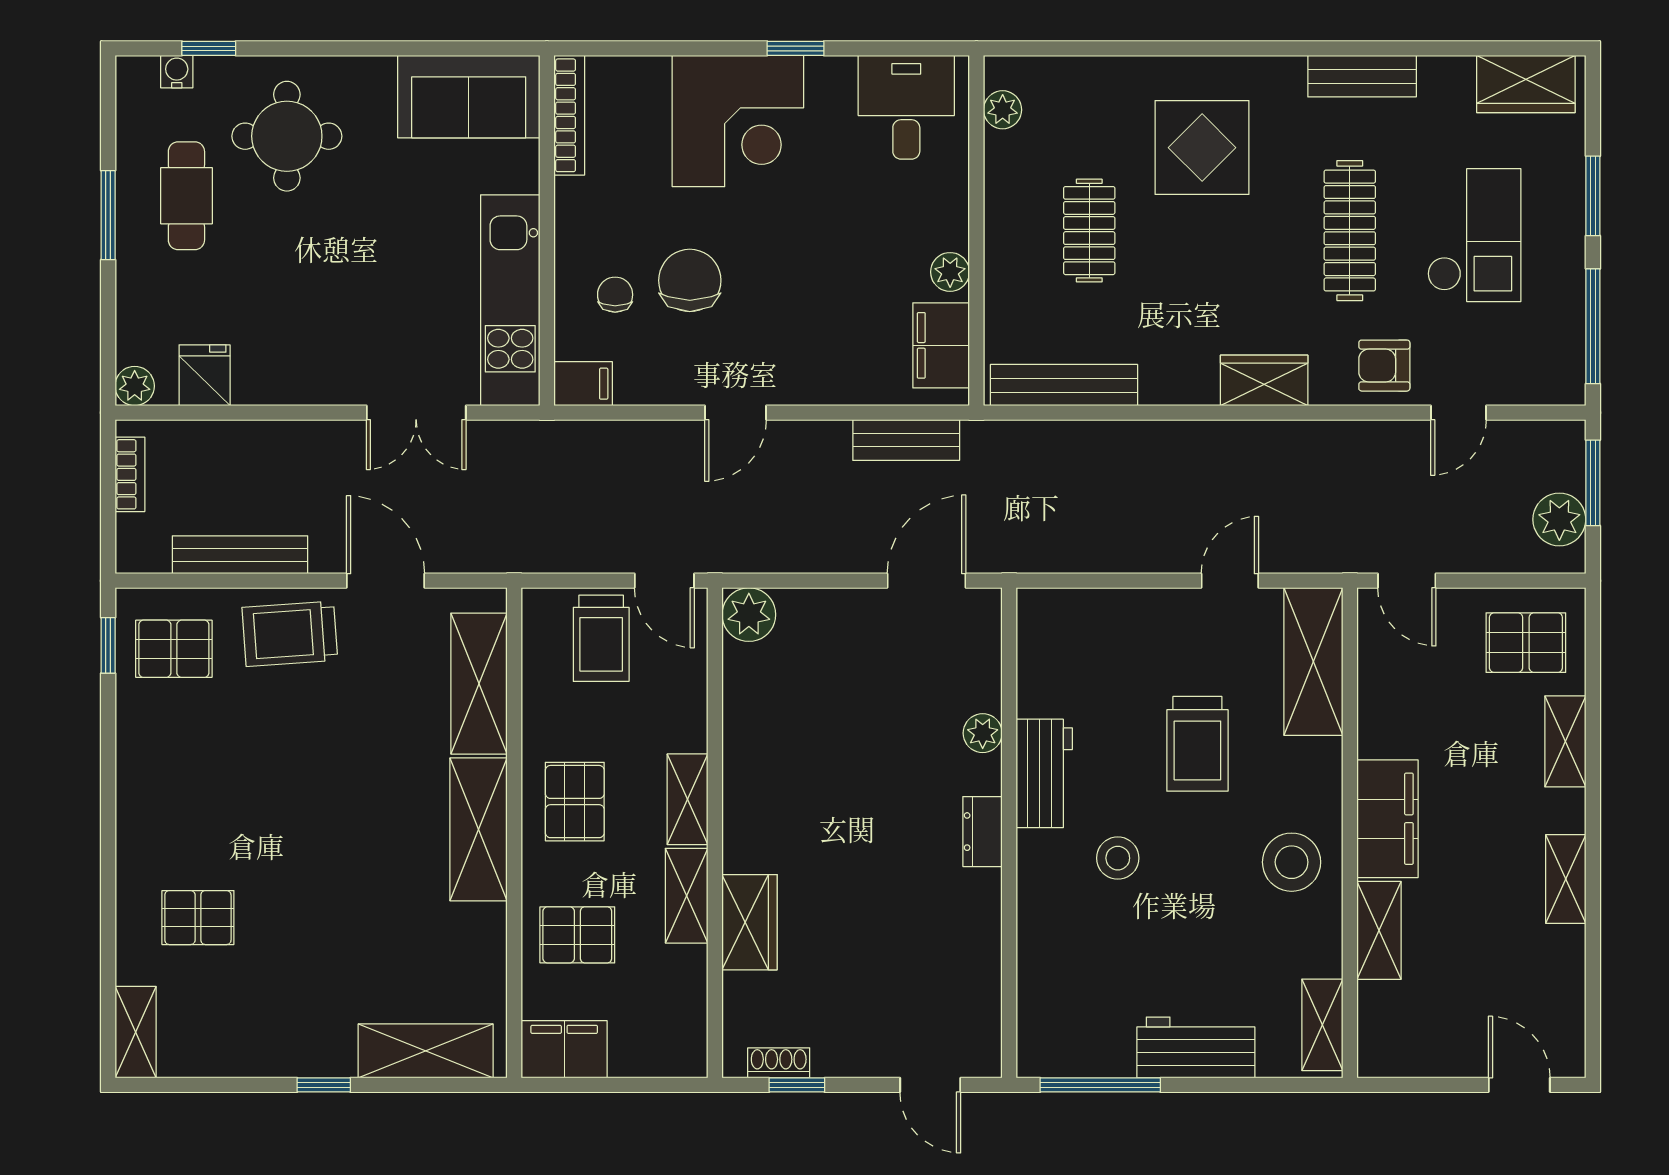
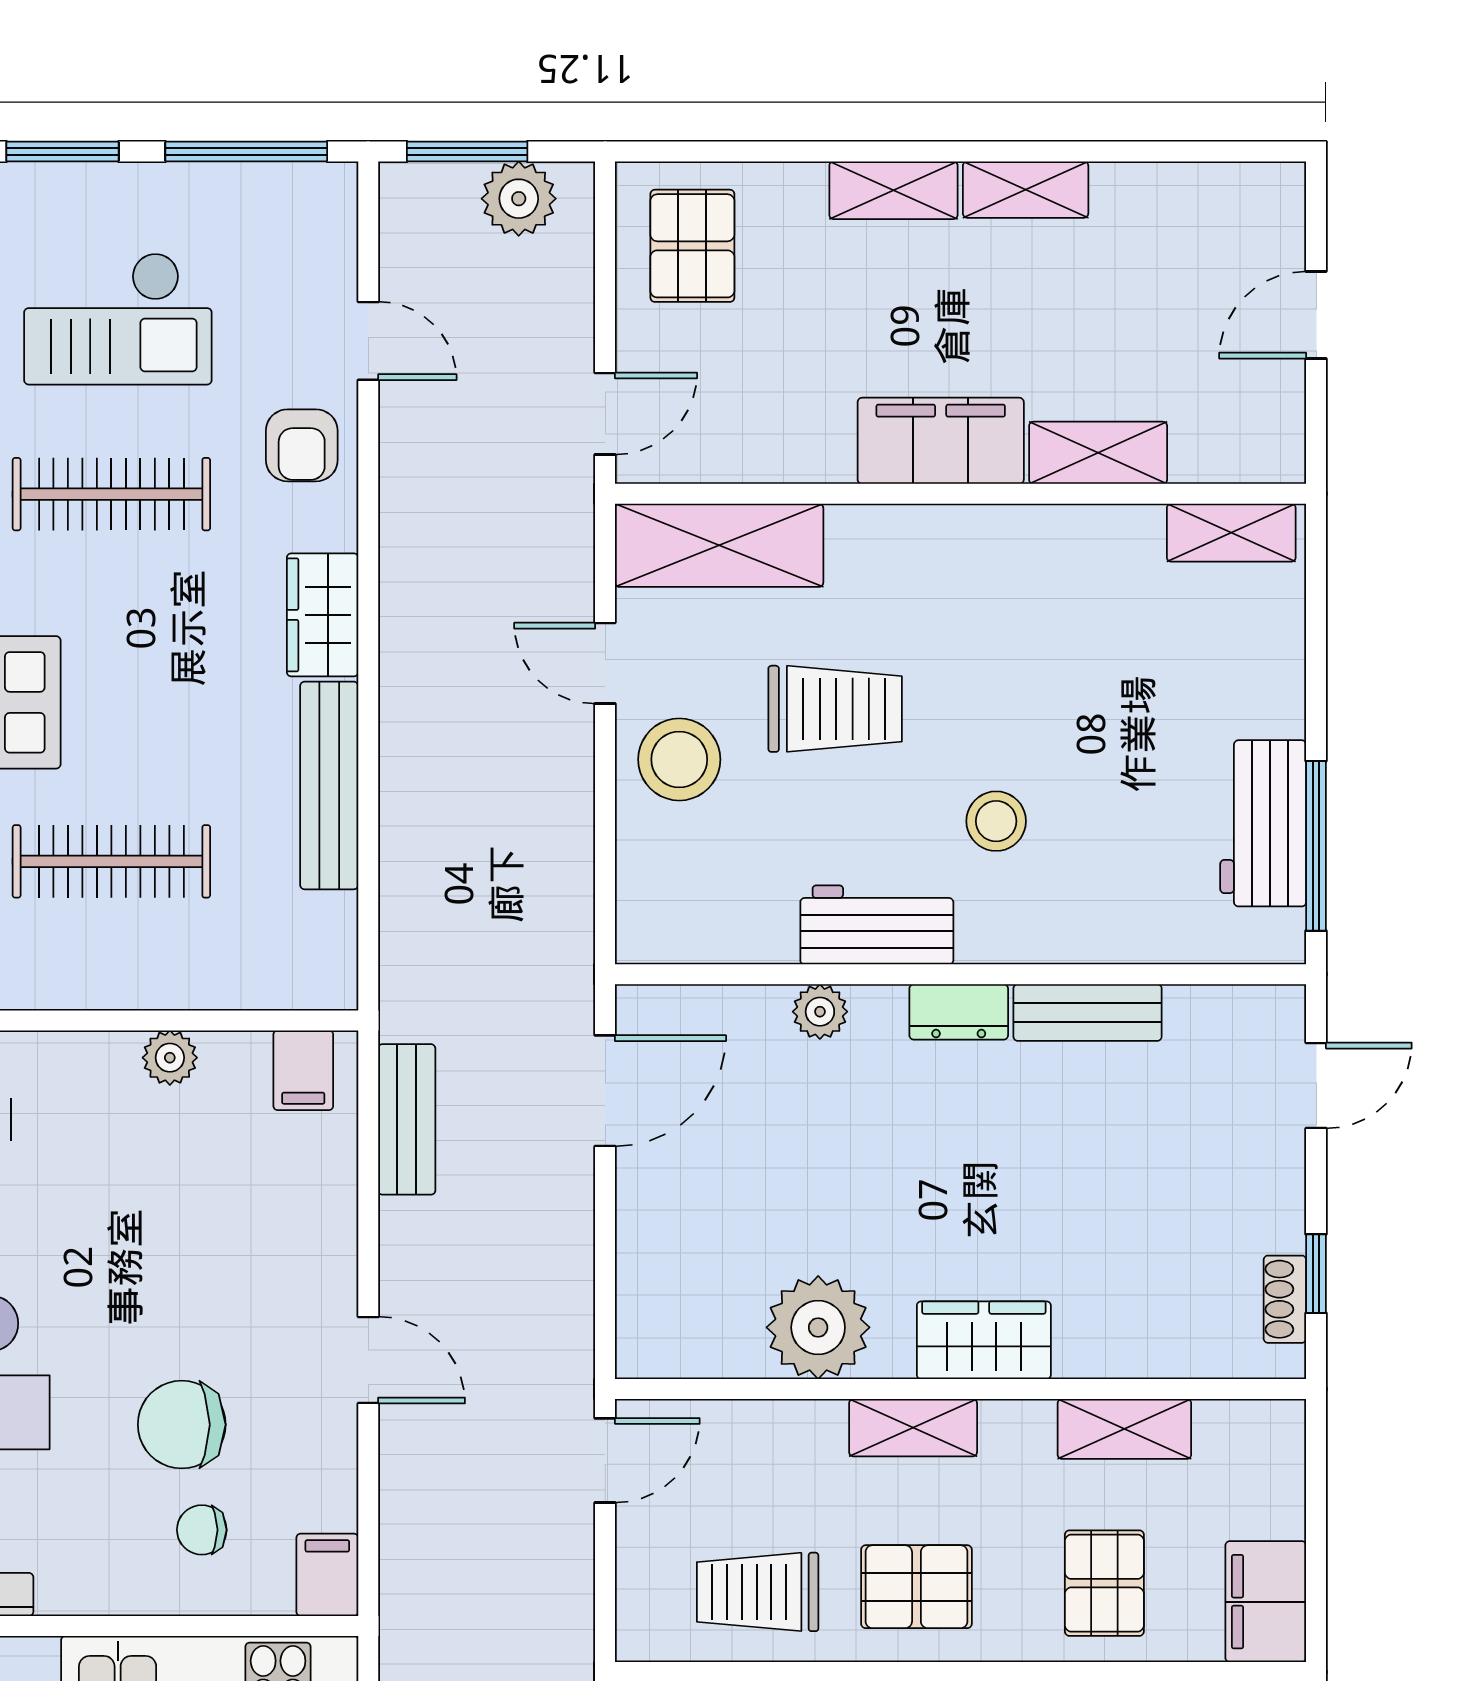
clothes rail: (1089, 231) -> (111, 861), width x1.36
checkout: (1474, 235) -> (118, 319), turned 180
filing cabinet: (941, 345) -> (303, 1070), width x0.50
bench: (1064, 385) -> (329, 785), moved
door: (927, 581) -> (605, 1091), swing flipped
plant: (749, 615) -> (818, 1327), moved, width x1.36, depth x1.36
trolley: (601, 638) -> (758, 1592), moved, turned 180
shelving: (1565, 741) -> (893, 190), moved
stool: (1292, 862) -> (679, 759), moved
shelving: (687, 896) -> (1124, 1429), moved
wardrobe: (750, 922) -> (984, 1340), moved
bench: (982, 923) -> (1088, 1013), added
workbench: (1196, 1048) -> (1263, 823), moved
door: (1519, 1085) -> (1316, 315), moved

